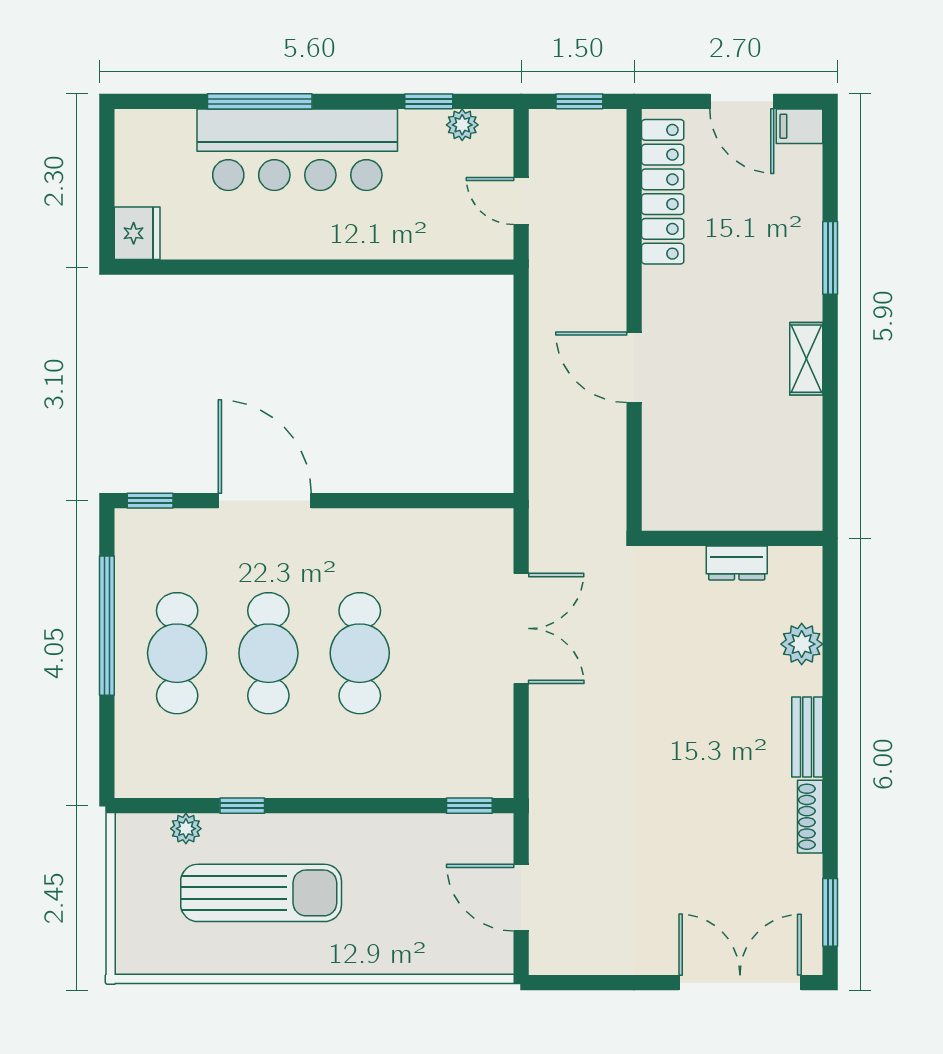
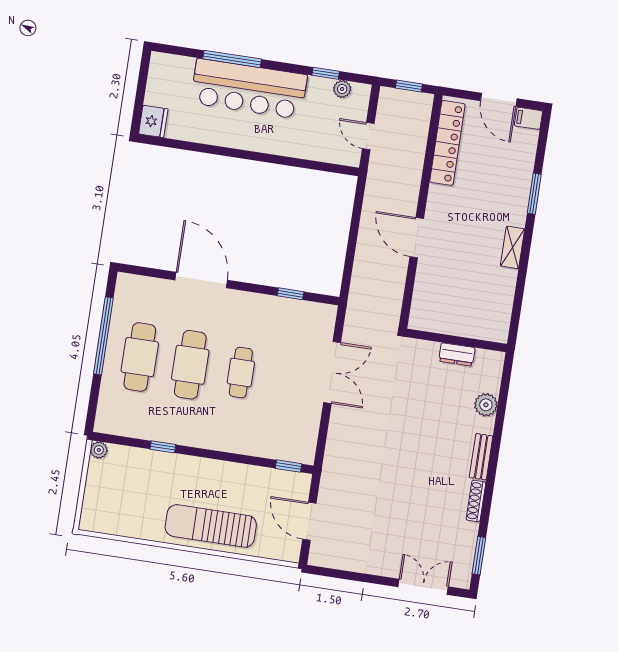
window: (150, 501) -> (291, 294), moved
cafe table: (360, 653) -> (241, 372), width x0.73, depth x0.74
plant: (186, 829) -> (99, 450), moved
sun lounger: (261, 893) -> (211, 526), moved, turned 180
double door: (740, 983) -> (423, 587), width x0.73

